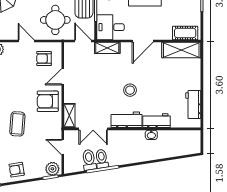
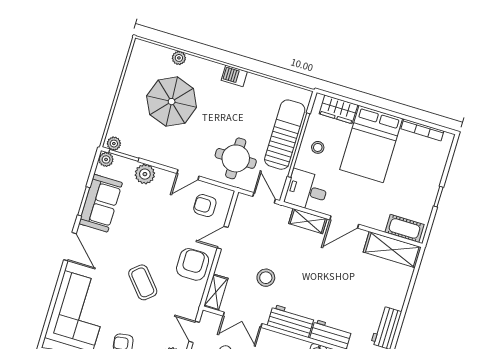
door: (26, 41) -> (188, 175), swing flipped
shelving: (107, 48) -> (308, 221), moved
stool: (130, 90) -> (266, 278), moved
armchair: (48, 101) -> (193, 264), turned 90
coffee table: (17, 124) -> (143, 282), turned -45

